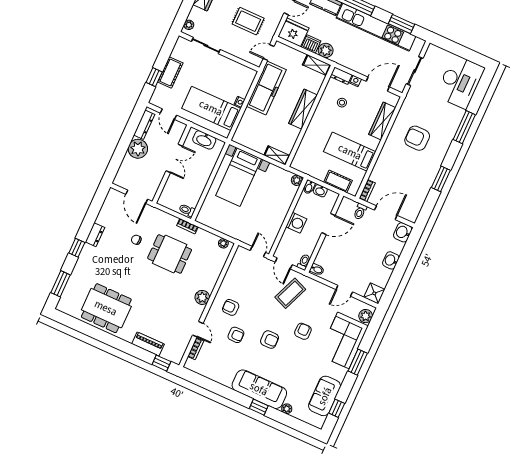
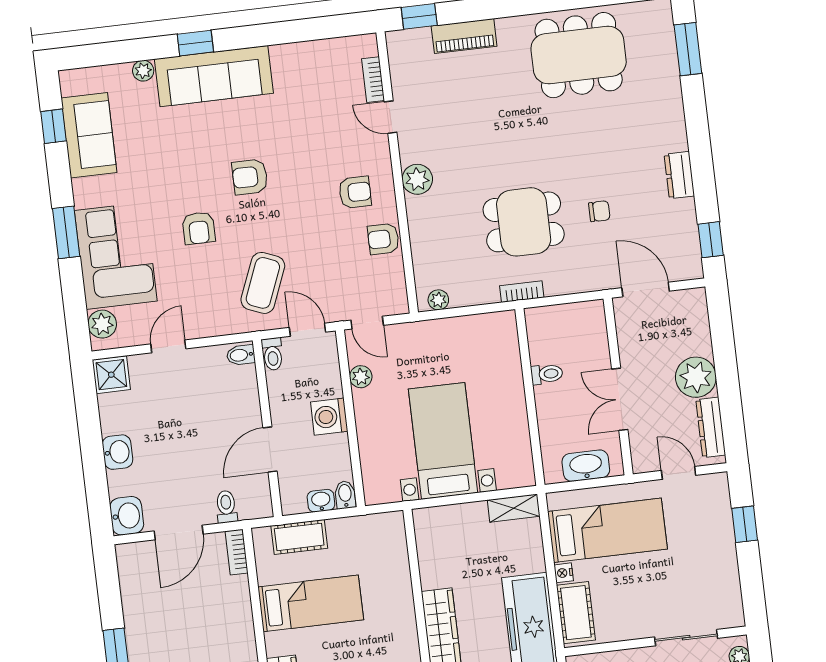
cot: (170, 73) -> (576, 613), moved
shelving: (277, 155) -> (514, 508), moved
bed with nightstands: (239, 177) -> (443, 441), moved
plant: (297, 180) -> (361, 377), moved
toilet: (187, 210) -> (547, 374), moved
window: (77, 248) -> (711, 240), moved
armchair: (236, 335) -> (383, 239), moved

